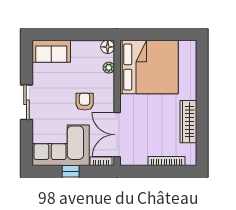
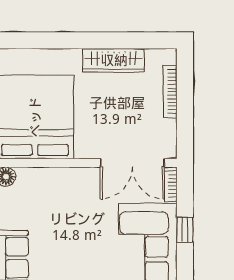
plant: (109, 68) -> (36, 175), removed
armchair: (85, 102) -> (85, 210), removed

